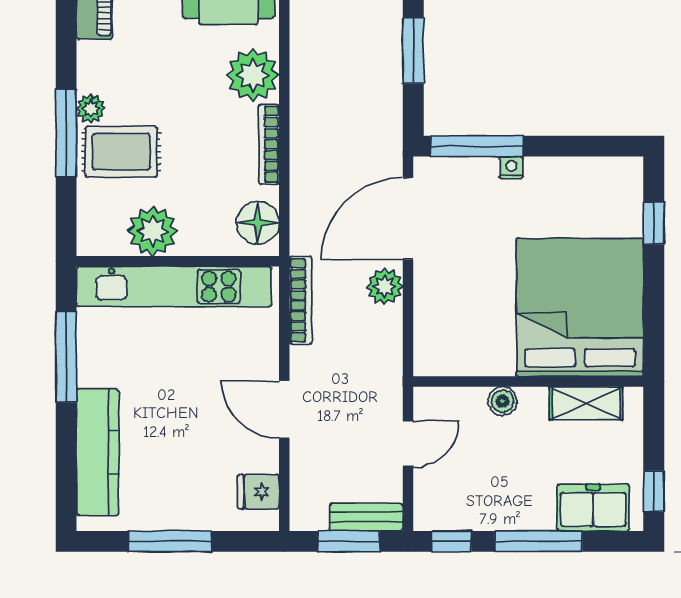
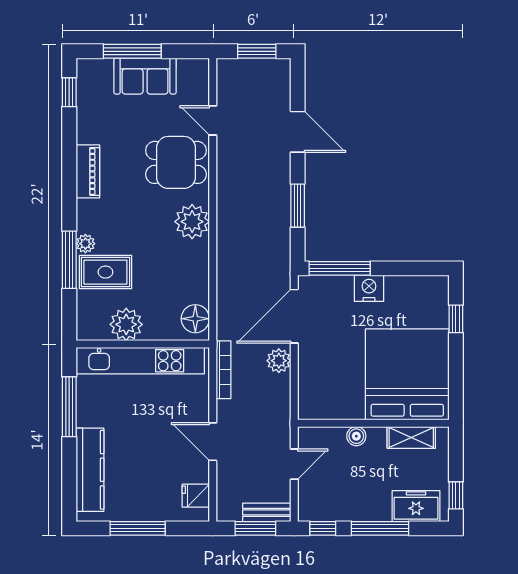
bookcase: (269, 144) -> (203, 267), removed
nightstand: (511, 168) -> (369, 288), width x1.89, depth x1.79

